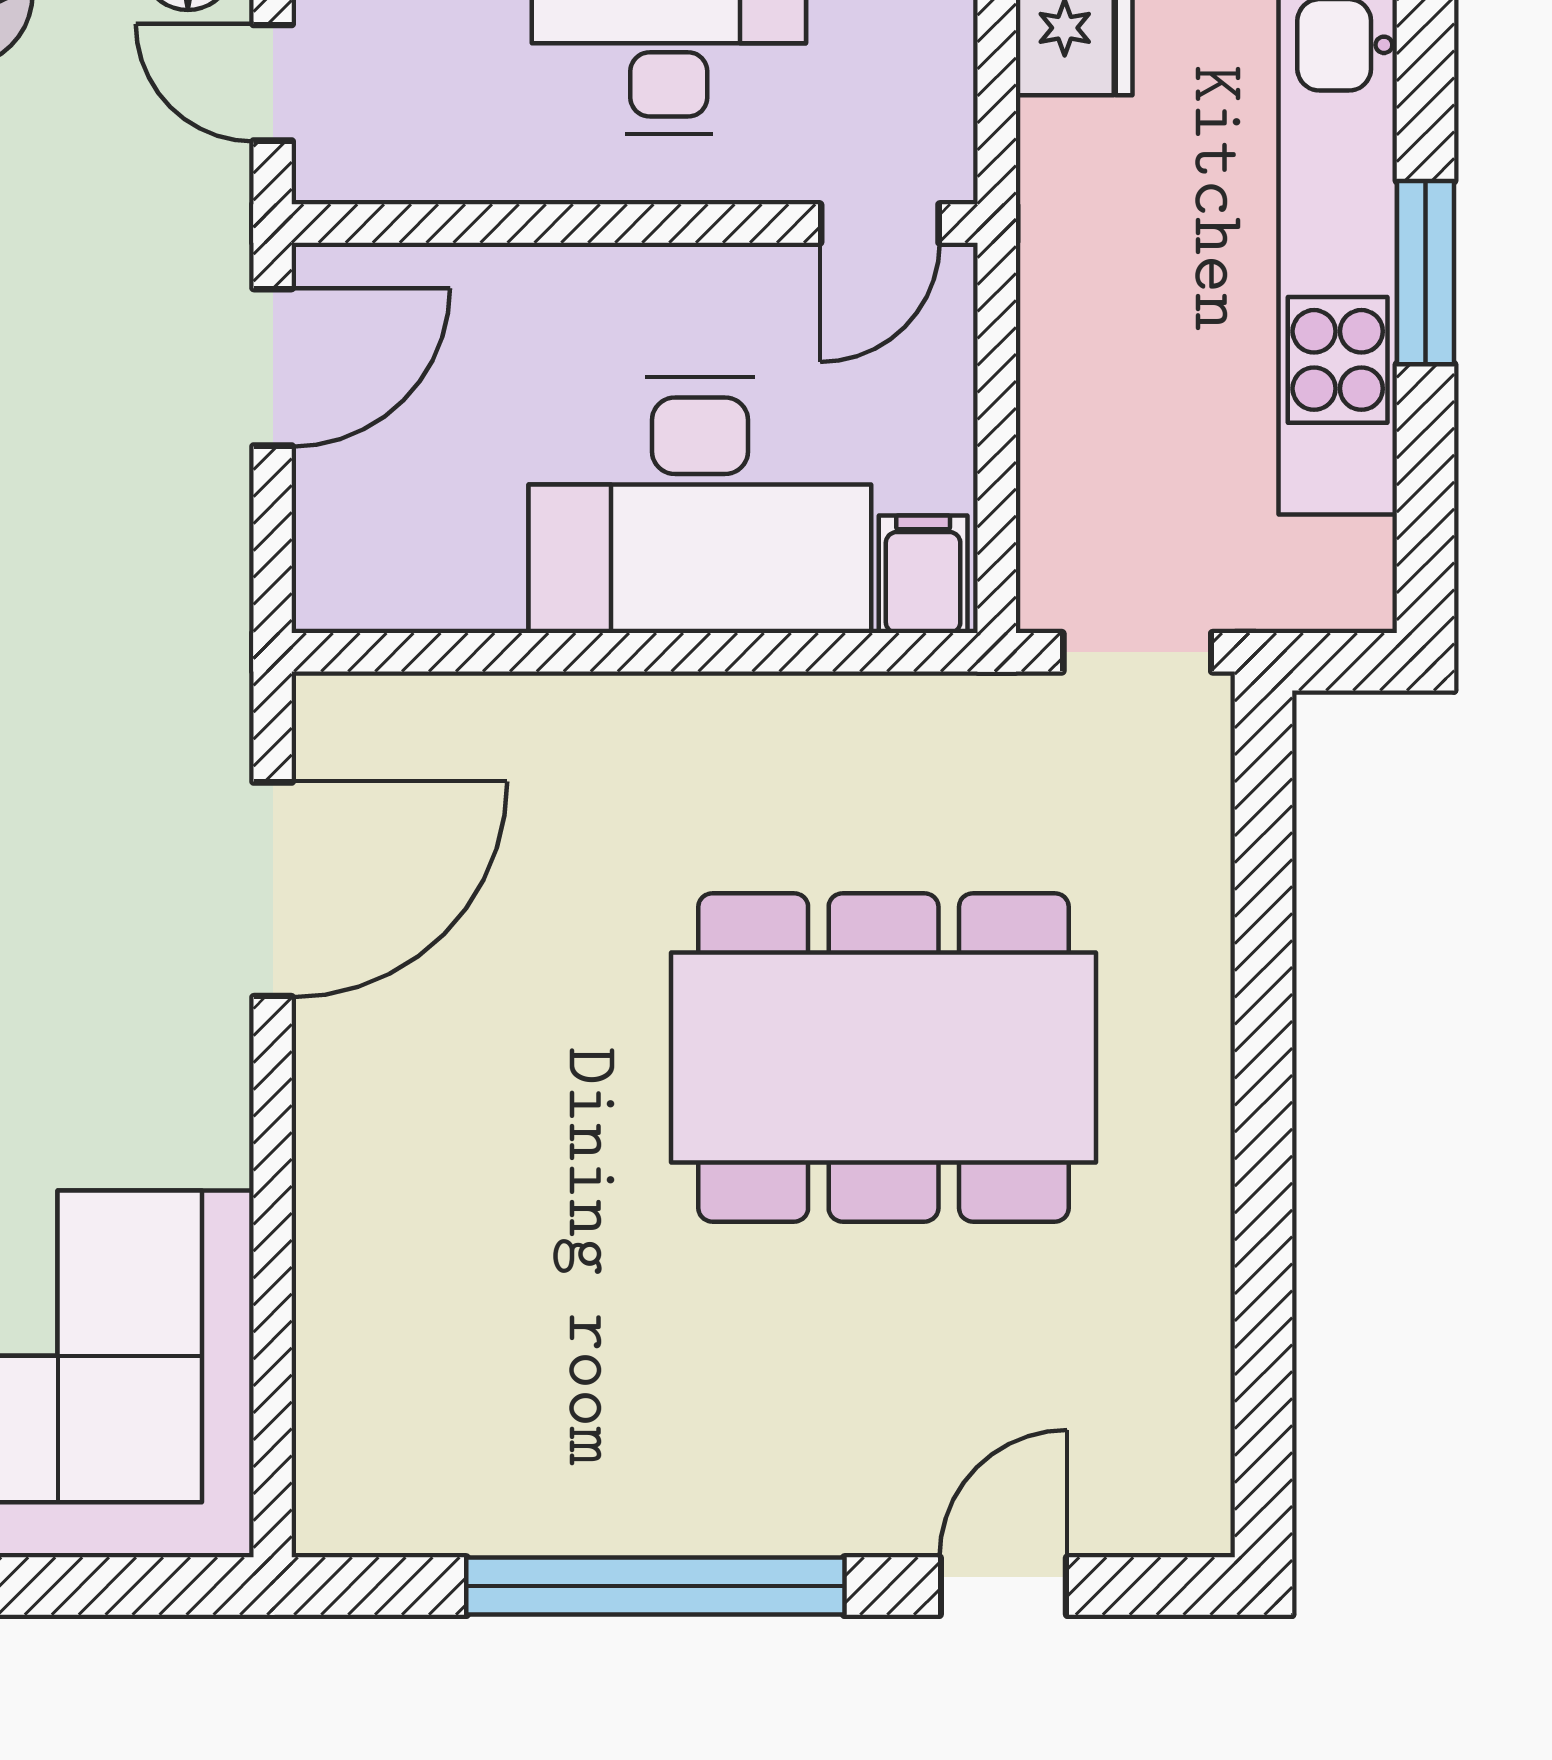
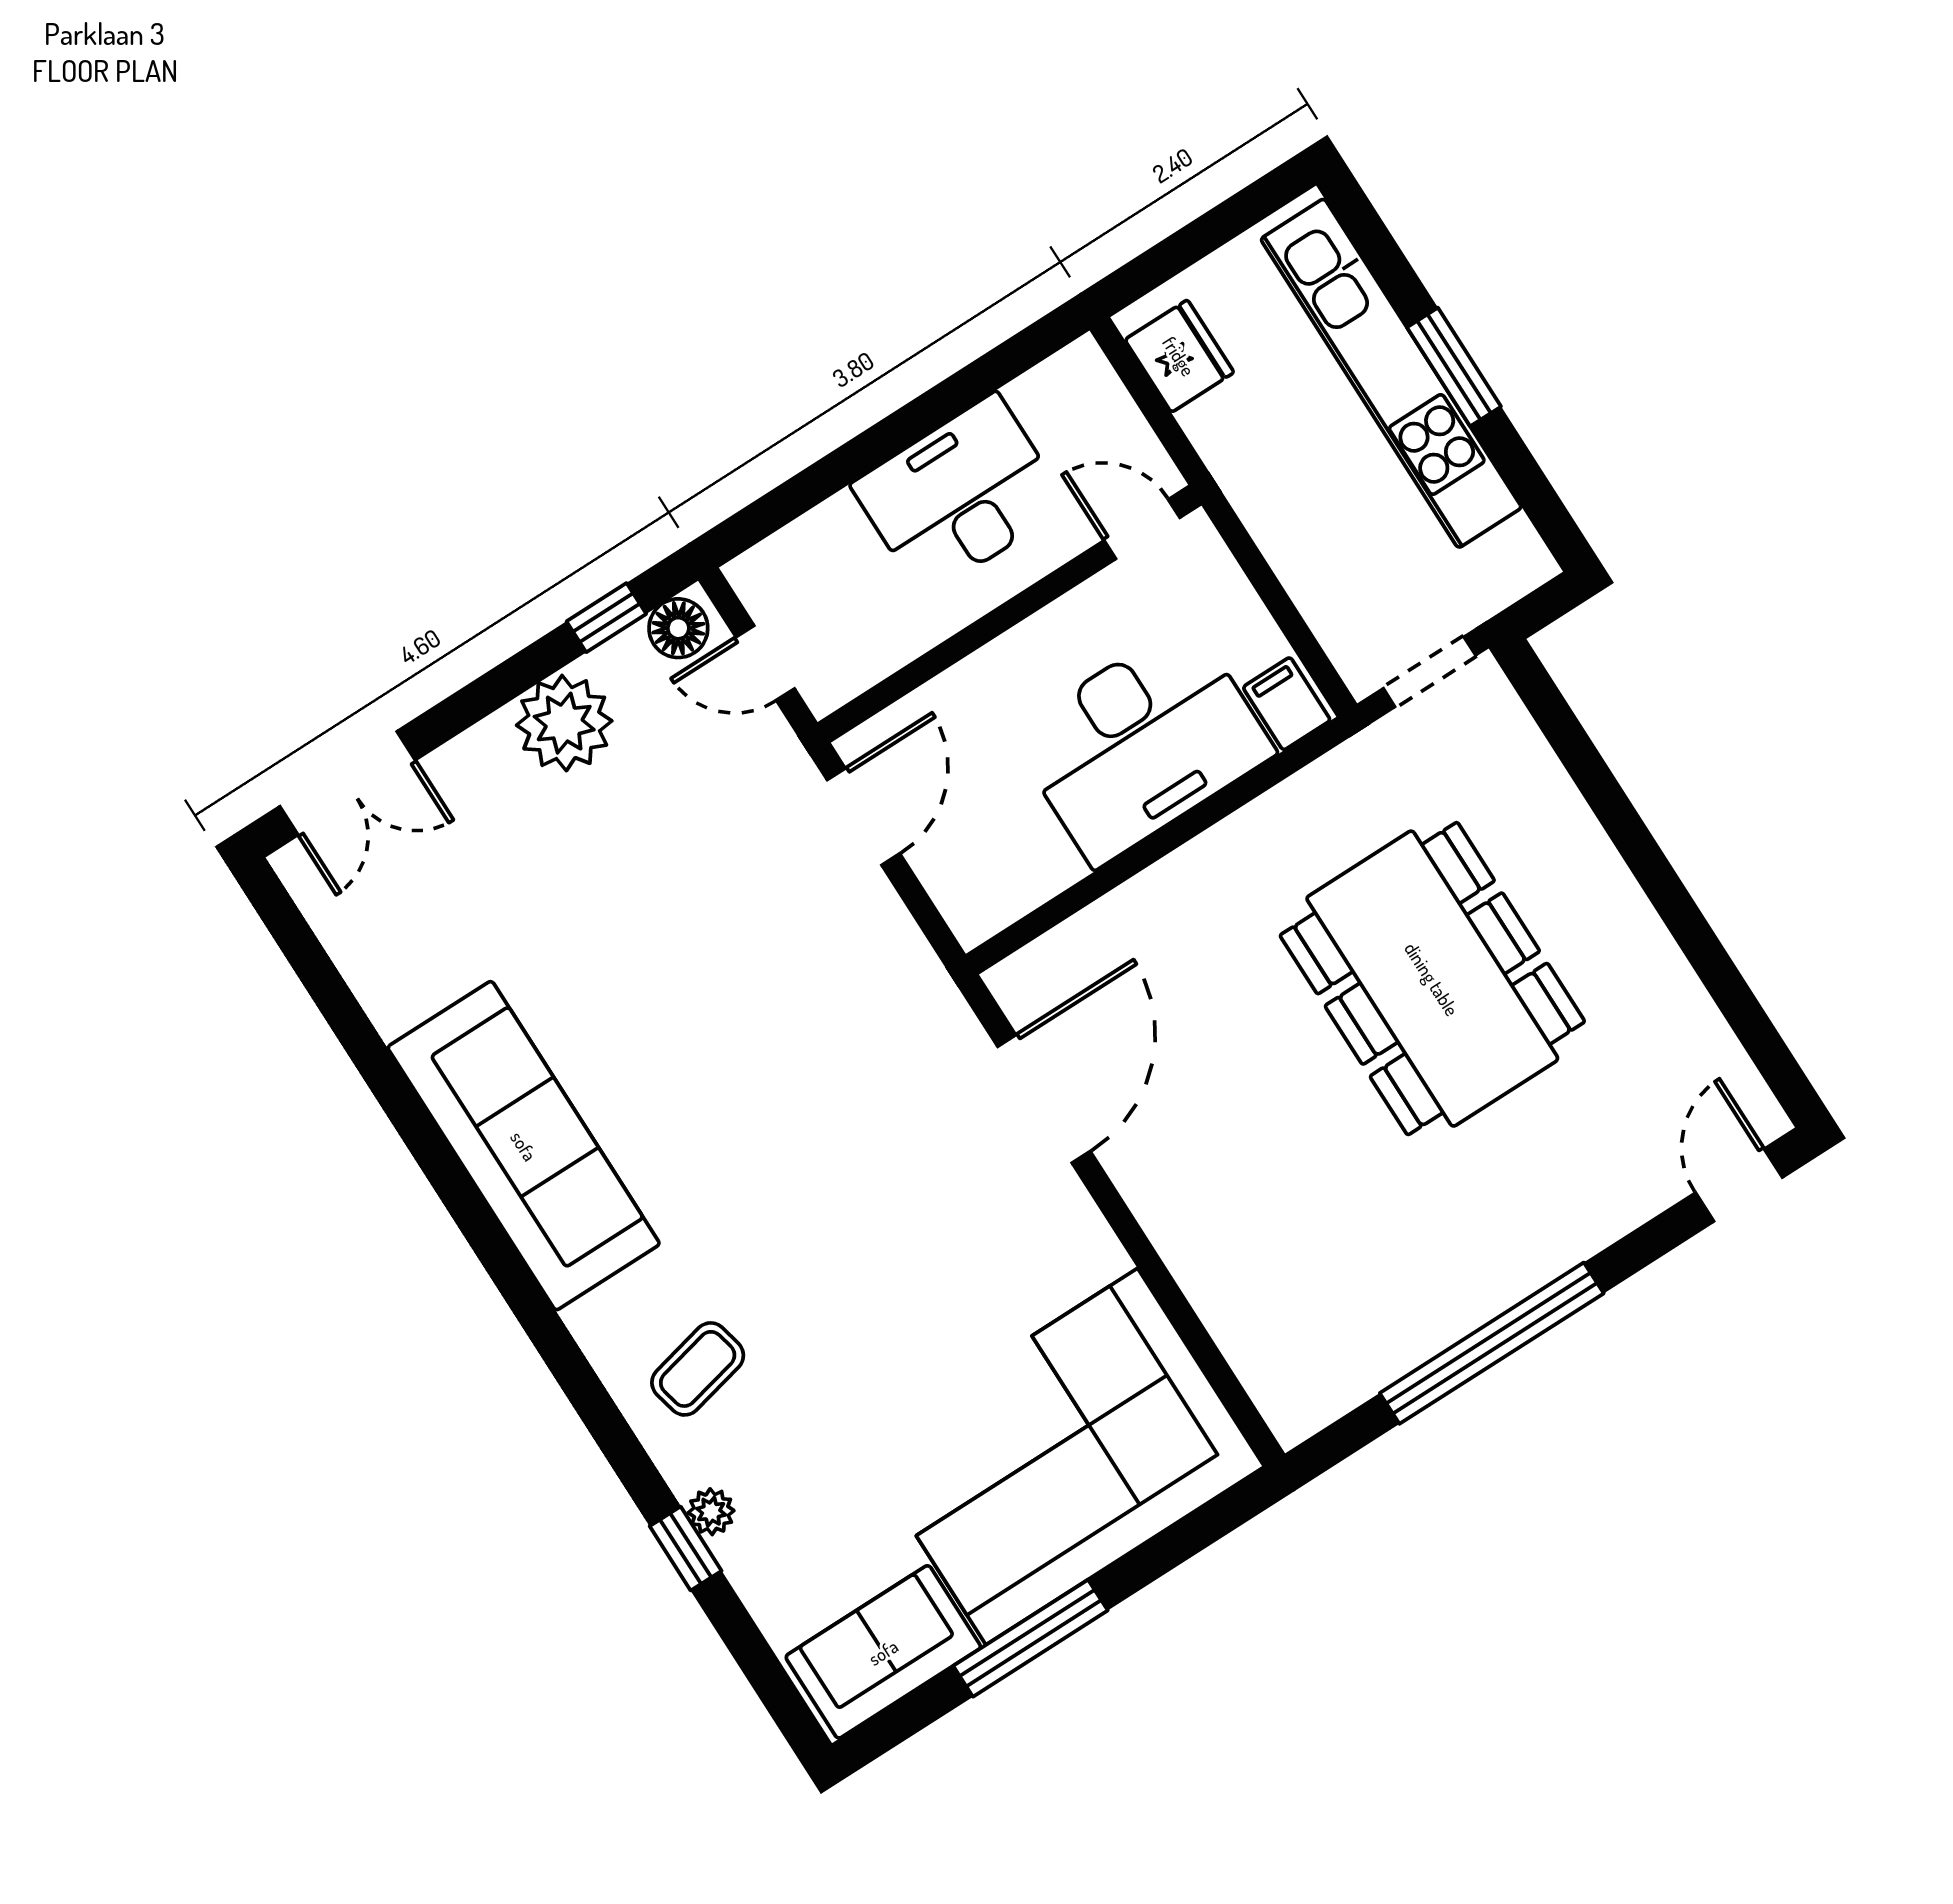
door: (880, 224) -> (1142, 529), swing flipped
dining table: (884, 1057) -> (1432, 979), turned 90
door: (1003, 1586) -> (1739, 1185), moved

